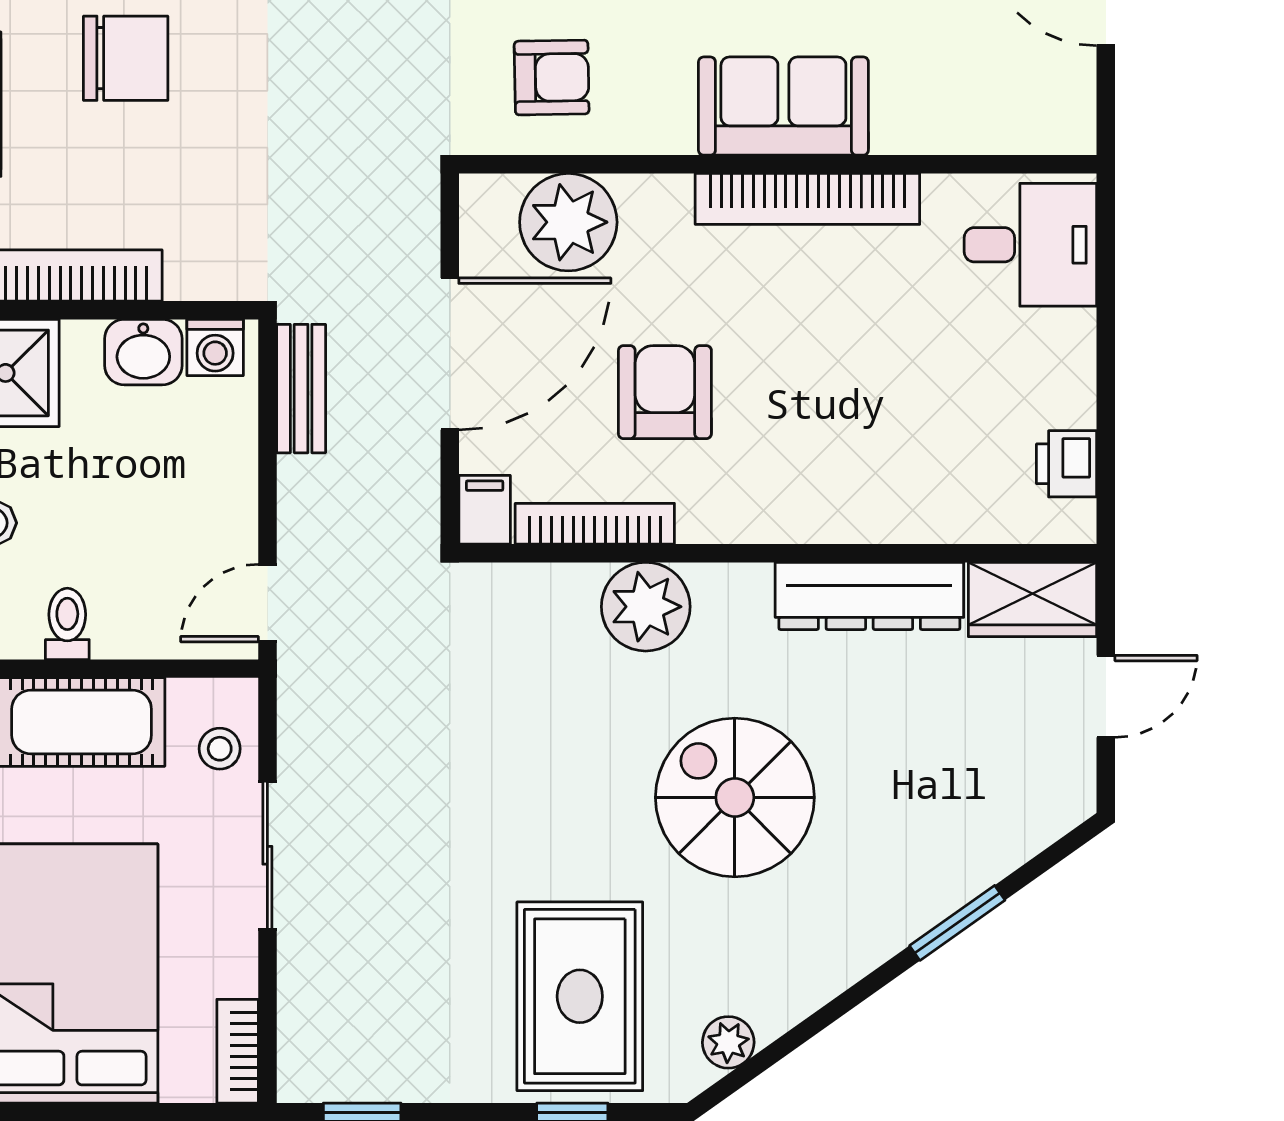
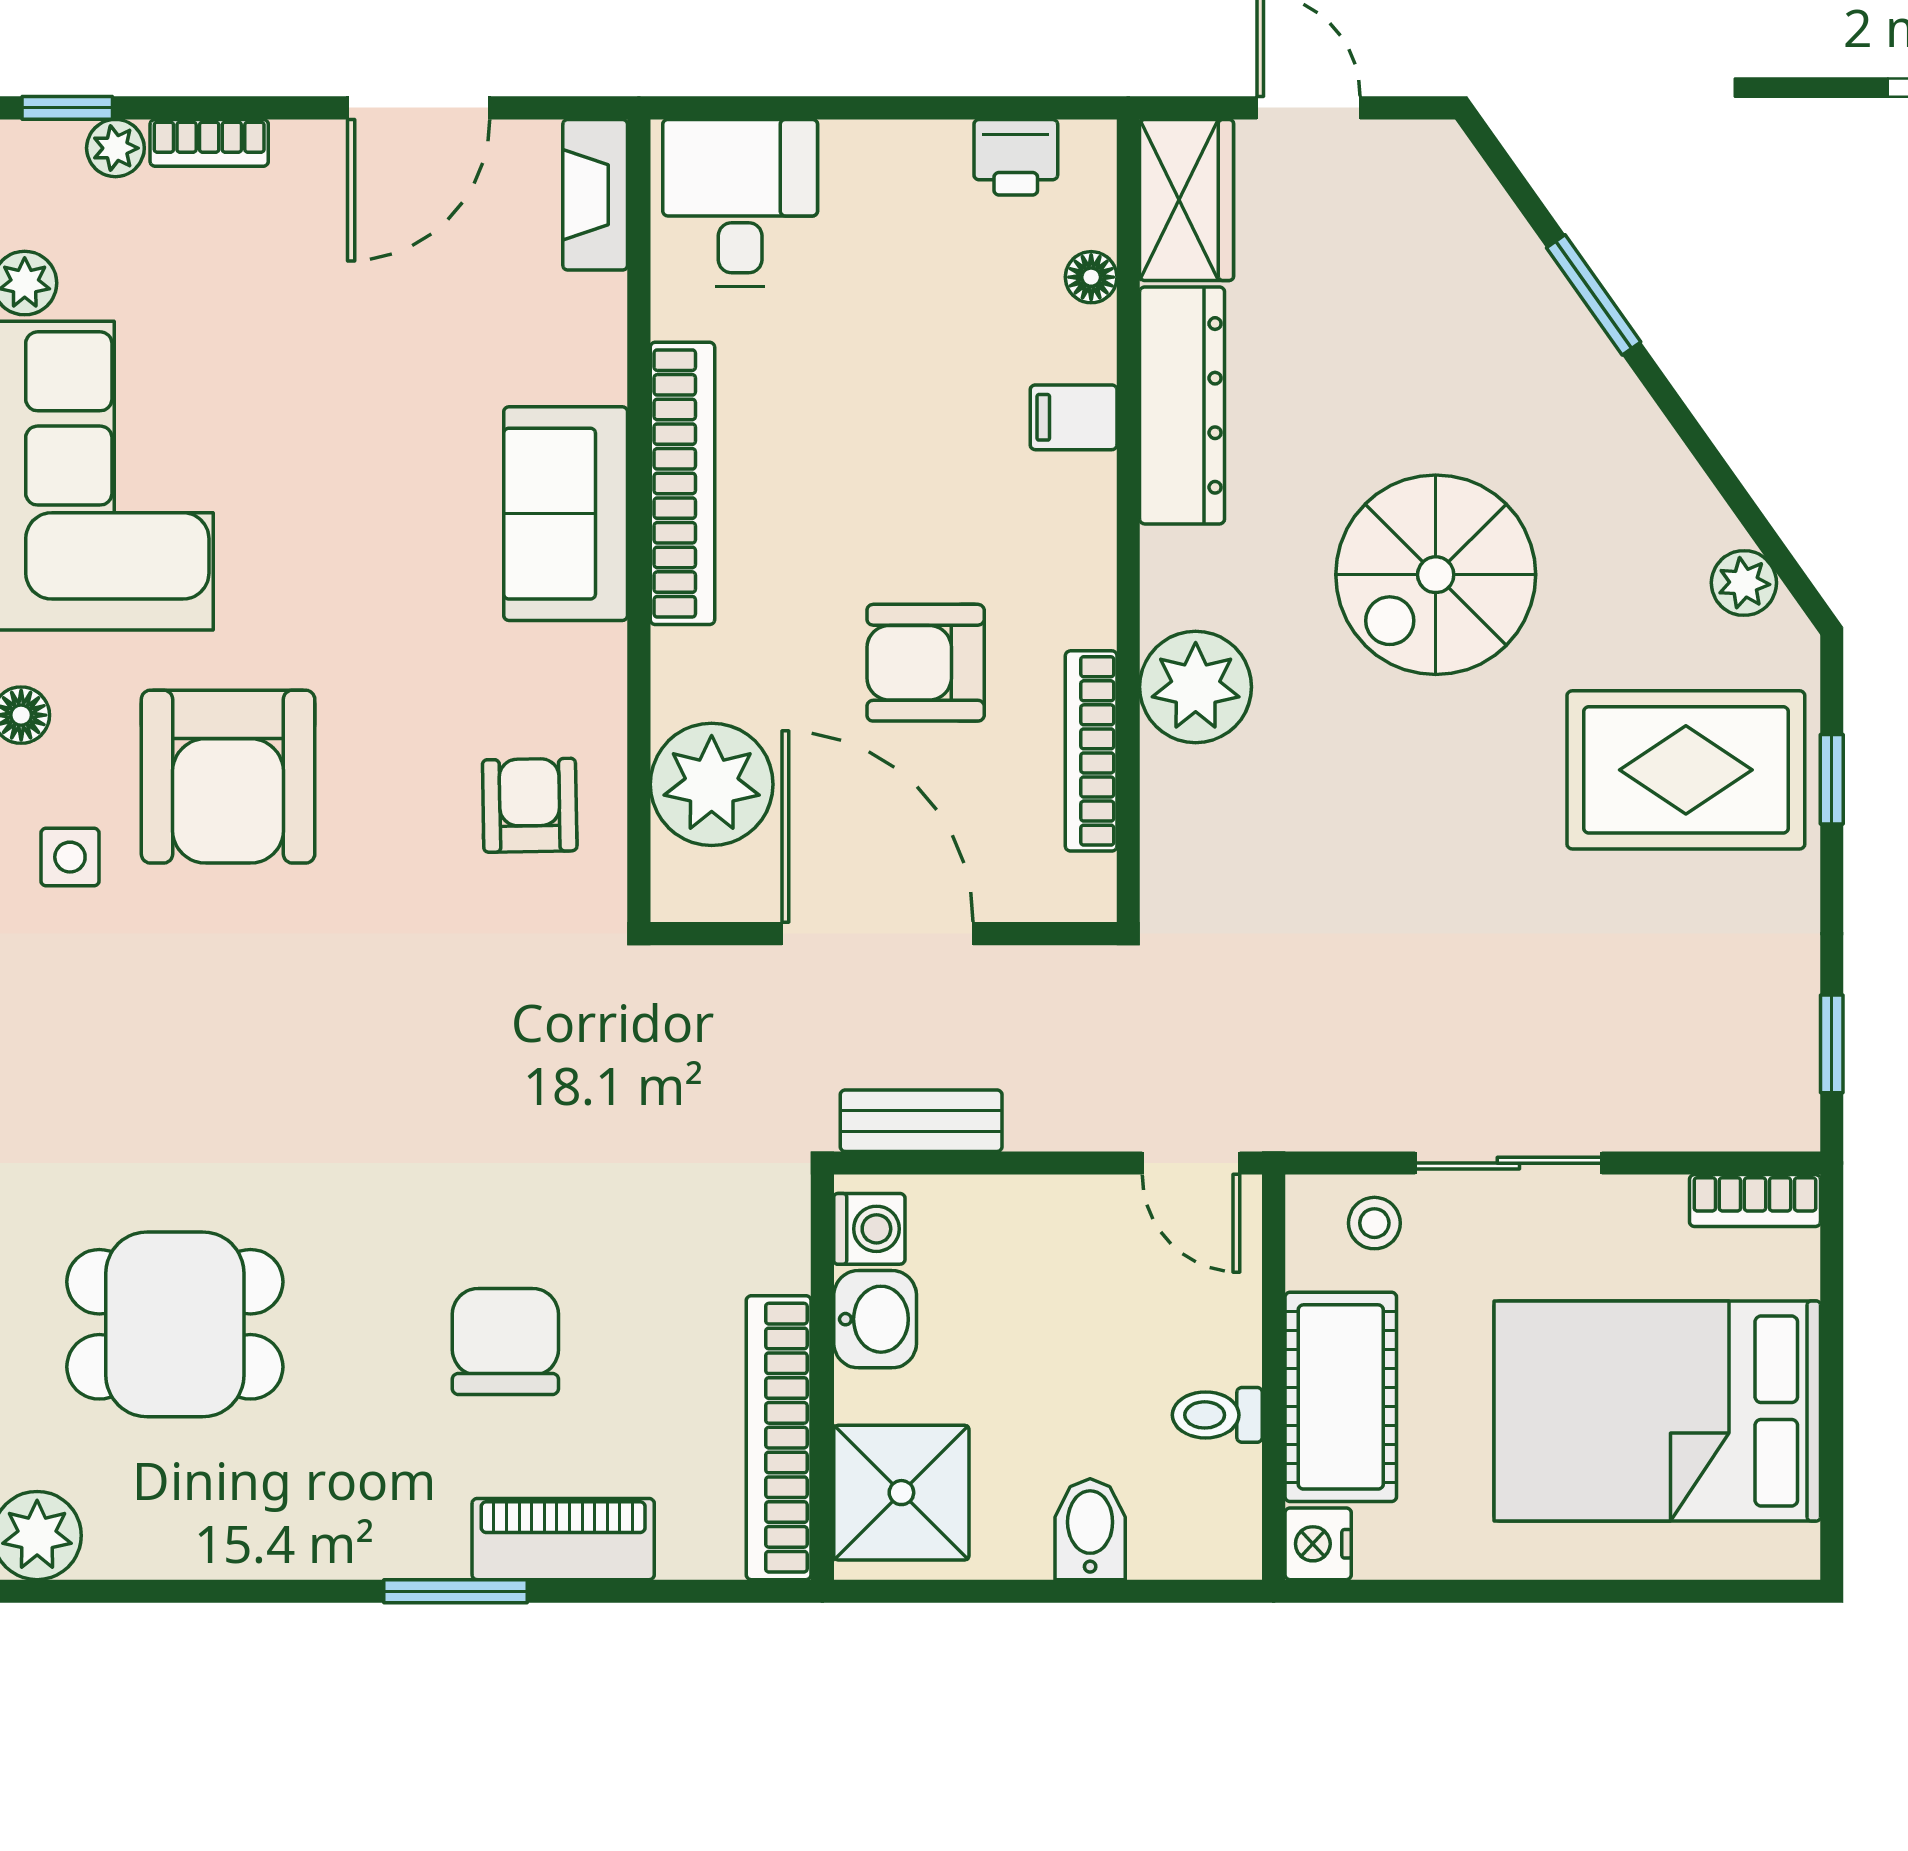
fireplace: (1037, 130) -> (595, 195), added
filing cabinet: (485, 510) -> (1074, 417), moved
floor lamp: (971, 524) -> (1091, 277), added

